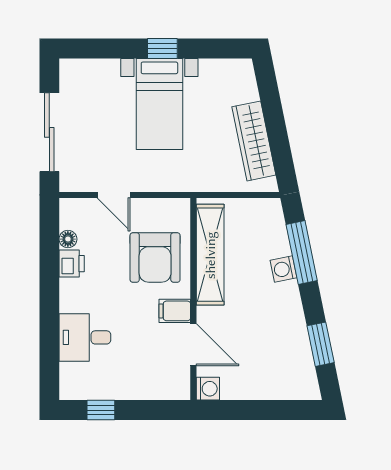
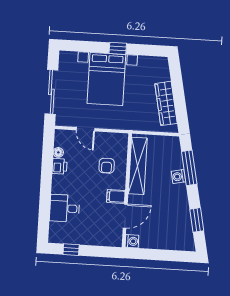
bed with nightstands: (159, 104) -> (106, 79), width x1.36
armchair: (155, 257) -> (107, 166), width x0.53, depth x0.53
door: (193, 345) -> (125, 216), hinge flipped

